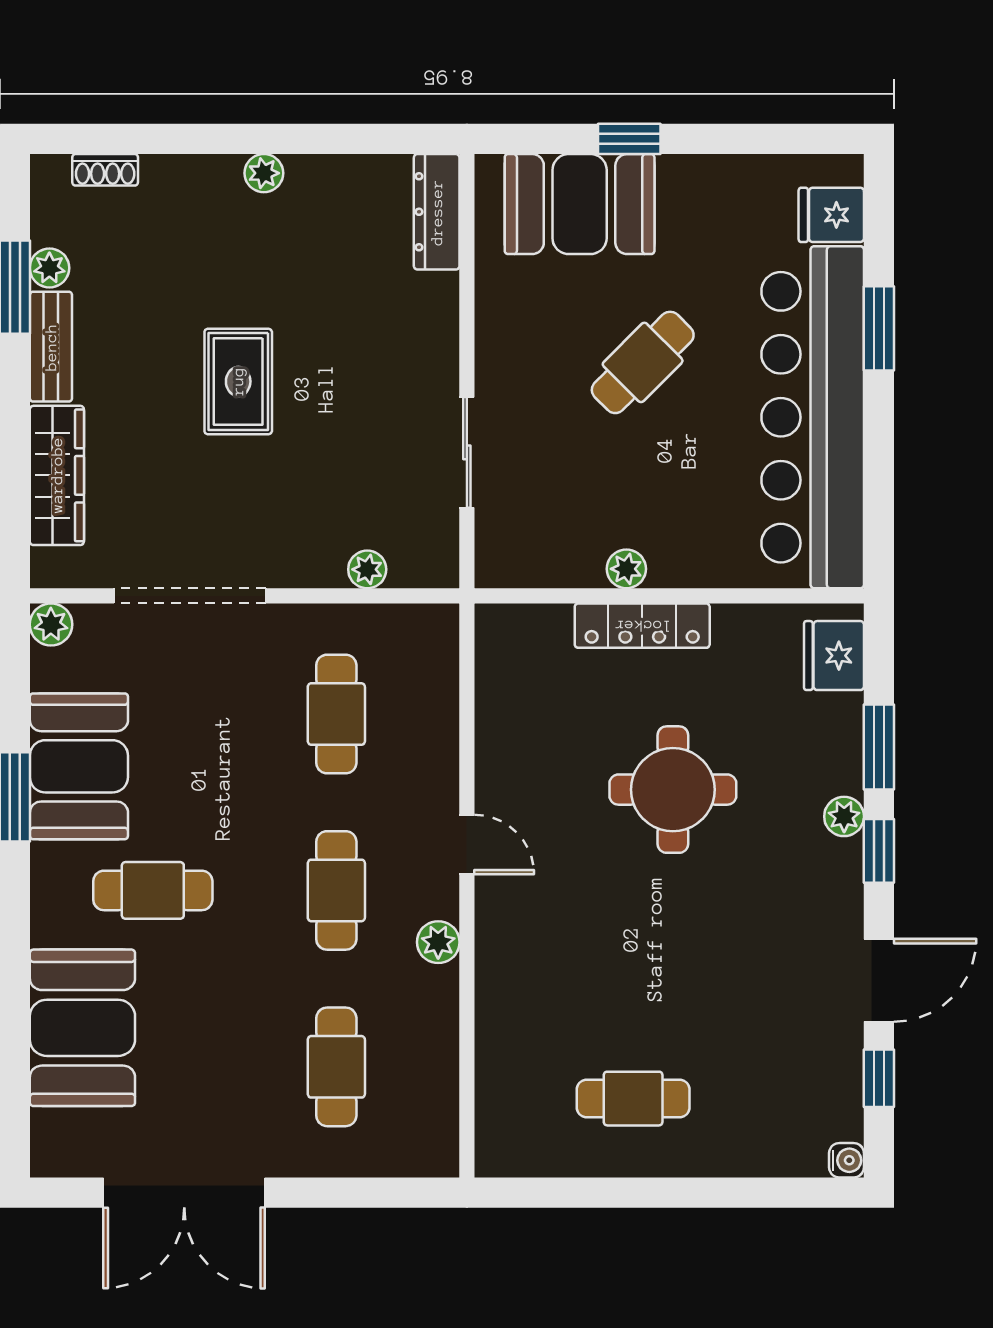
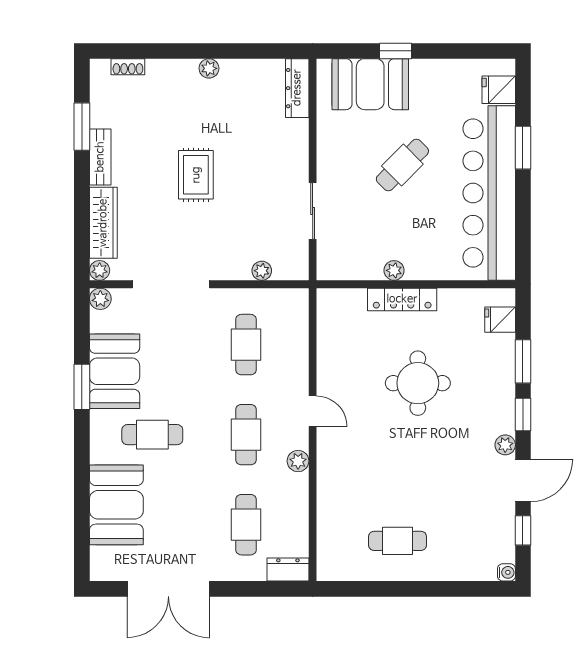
plant: (49, 268) -> (100, 270), moved
fridge: (834, 656) -> (500, 320), width x0.72
plant: (844, 816) -> (505, 445), moved
dresser: (418, 1155) -> (288, 570), added

